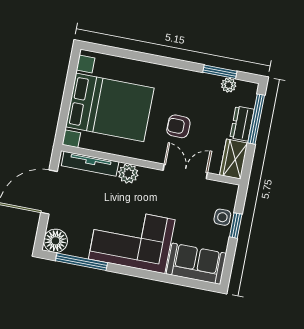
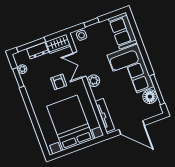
plant: (128, 174) -> (94, 81), moved
side table: (222, 217) -> (82, 35), moved
floor lamp: (55, 241) -> (150, 97), moved

